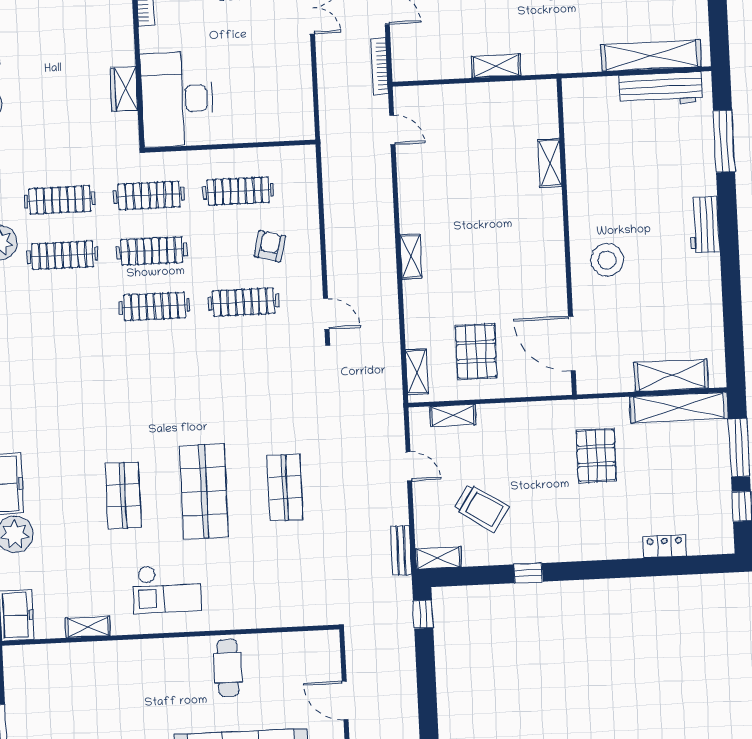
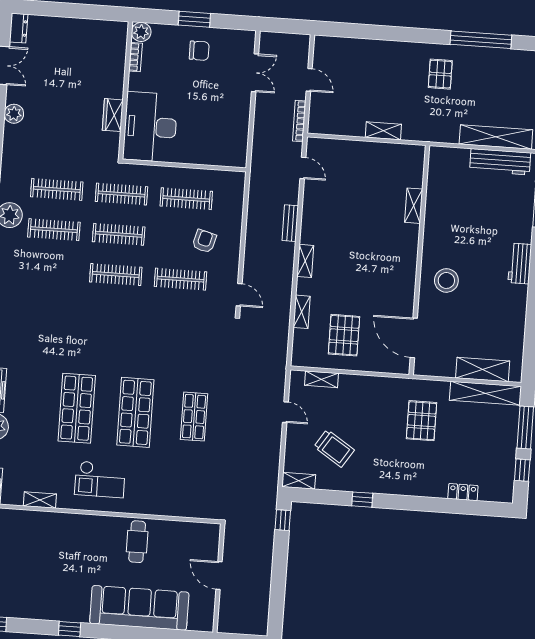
shelving: (417, 372) -> (302, 312), moved
shop shelf: (123, 495) -> (77, 408), width x1.43, depth x1.36
bench: (401, 550) -> (290, 223), moved

